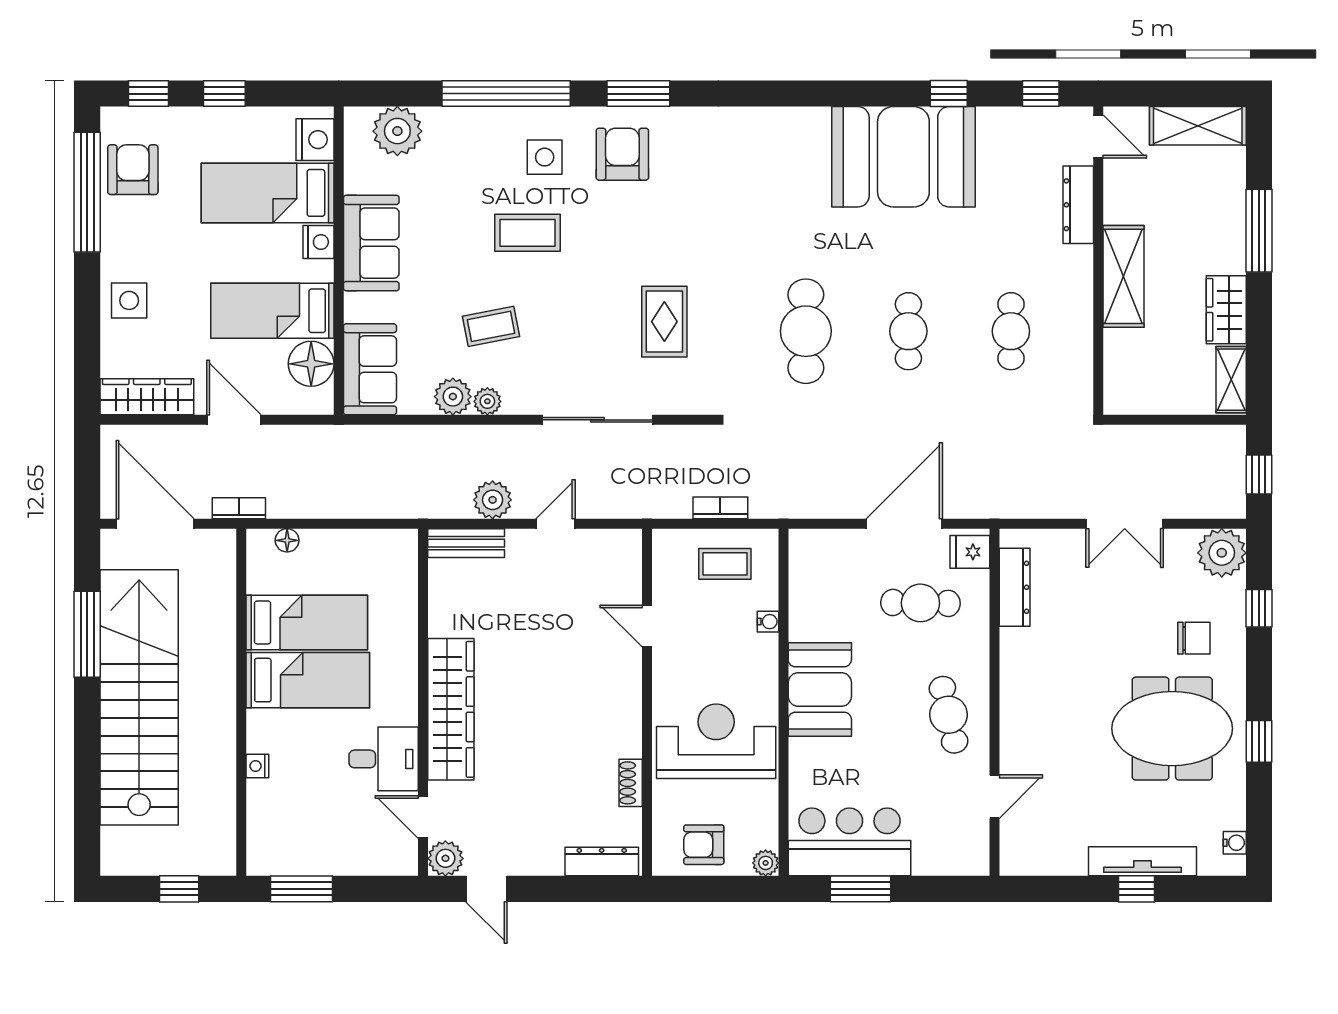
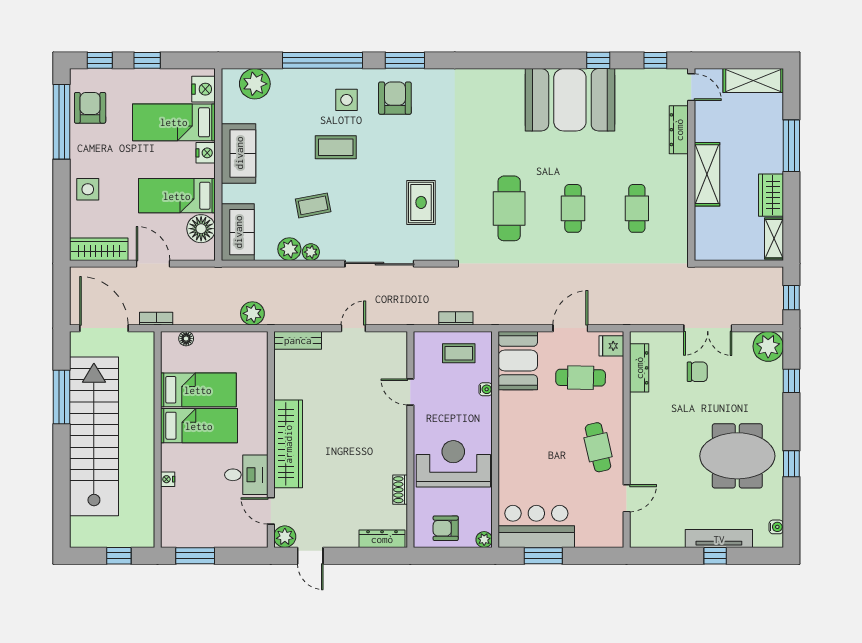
plant: (493, 500) -> (252, 313), moved
door: (904, 524) -> (570, 328), width x0.73
chair: (1194, 638) -> (697, 372), moved
booth: (820, 690) -> (518, 361), moved

